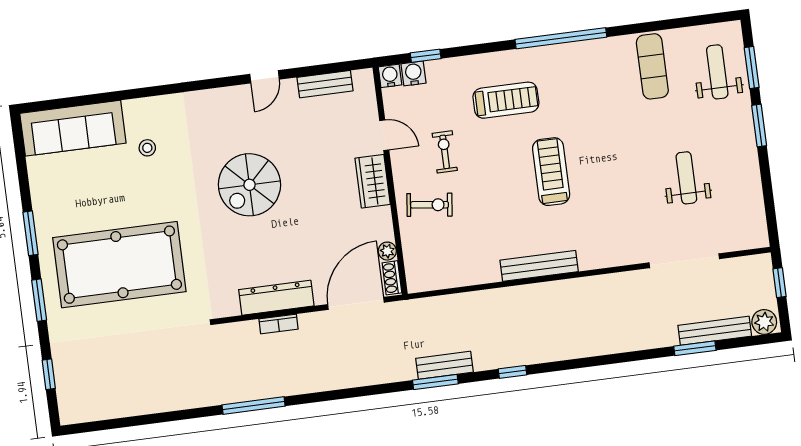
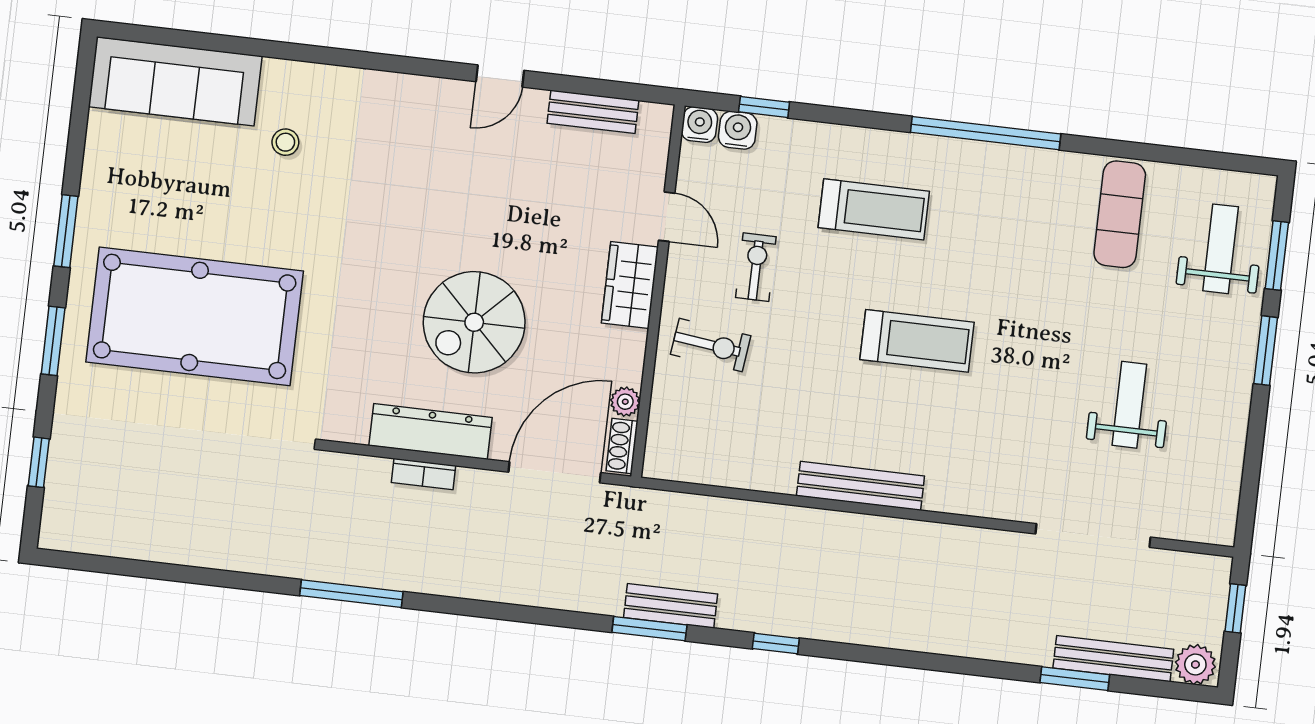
treadmill: (551, 172) -> (917, 341), turned 90
spiral stairs: (249, 185) -> (474, 322), moved

